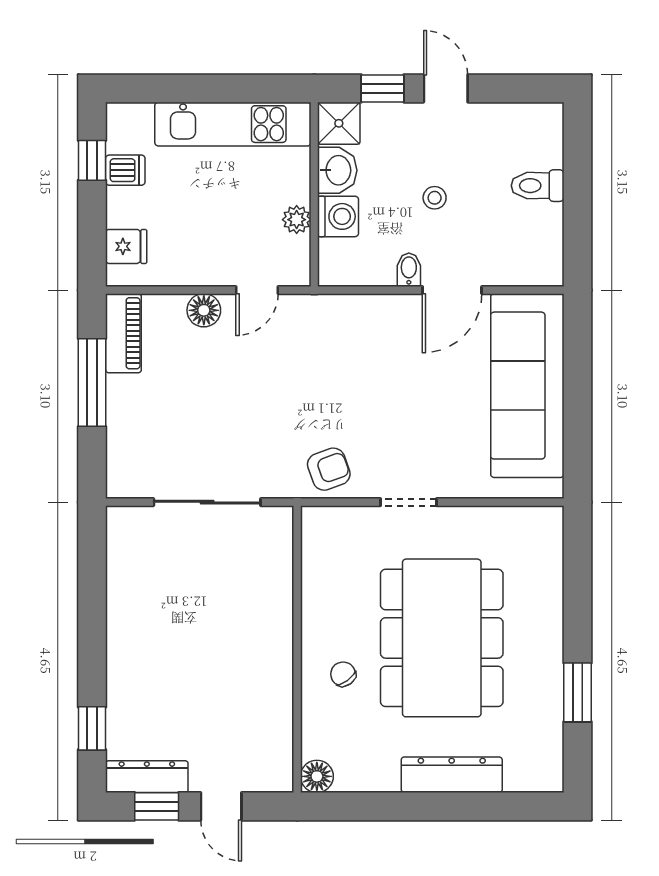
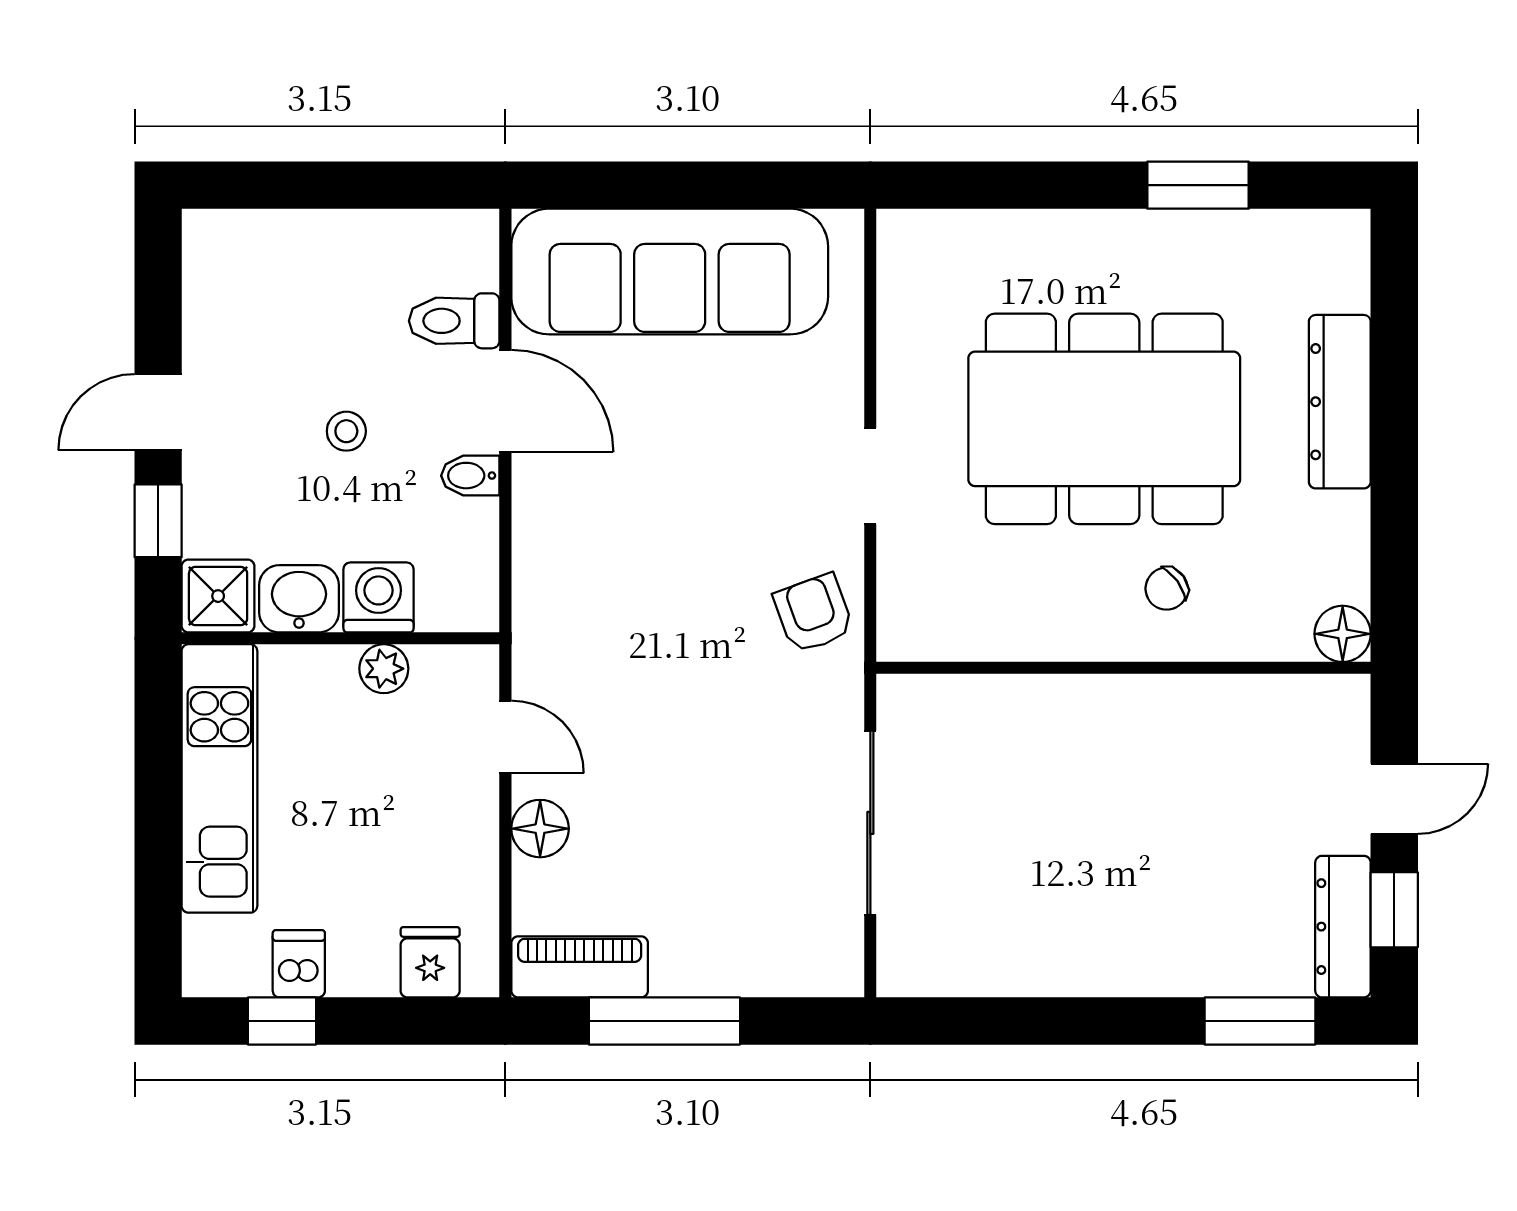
toilet: (538, 186) -> (454, 321), moved, turned 90
window: (92, 728) -> (1260, 1021), width x1.50

